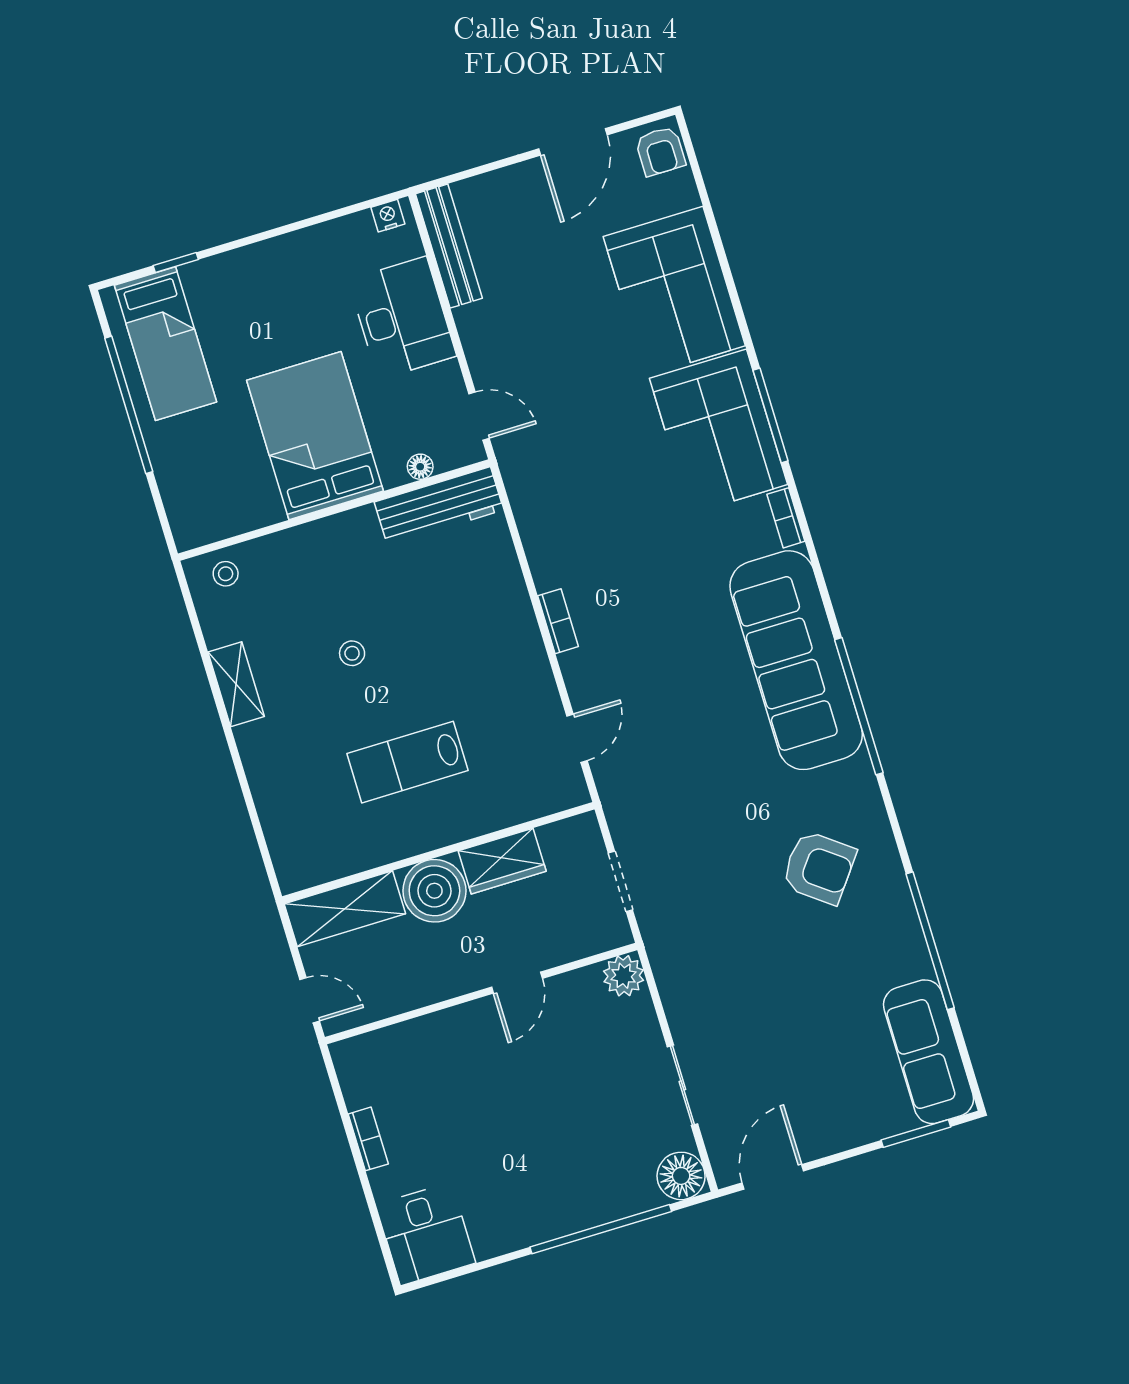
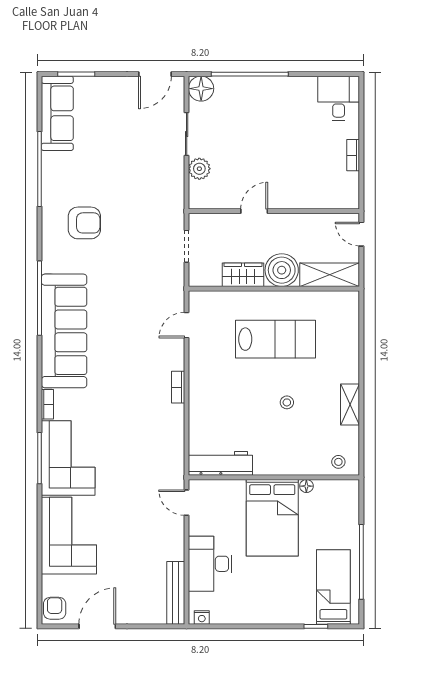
floor lamp: (420, 467) -> (306, 486), moved
lab bench: (407, 762) -> (276, 339), width x1.36, depth x1.39
armchair: (819, 868) -> (84, 223), turned 143
plant: (624, 976) -> (199, 169), moved

